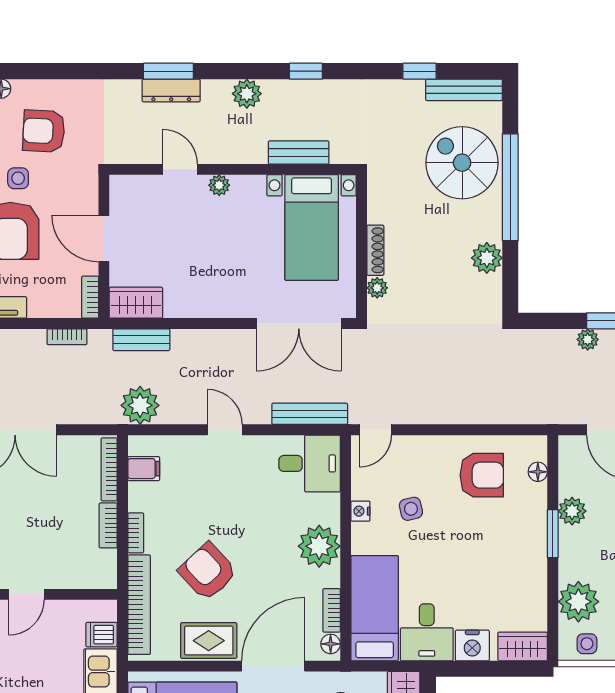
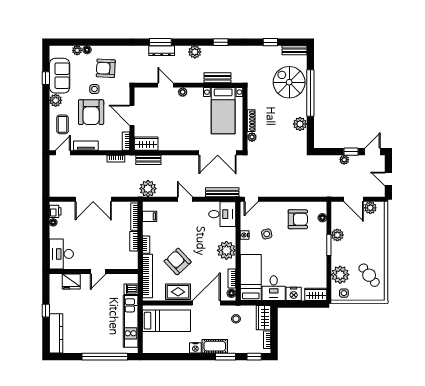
bench: (464, 90) -> (294, 50), width x0.73

